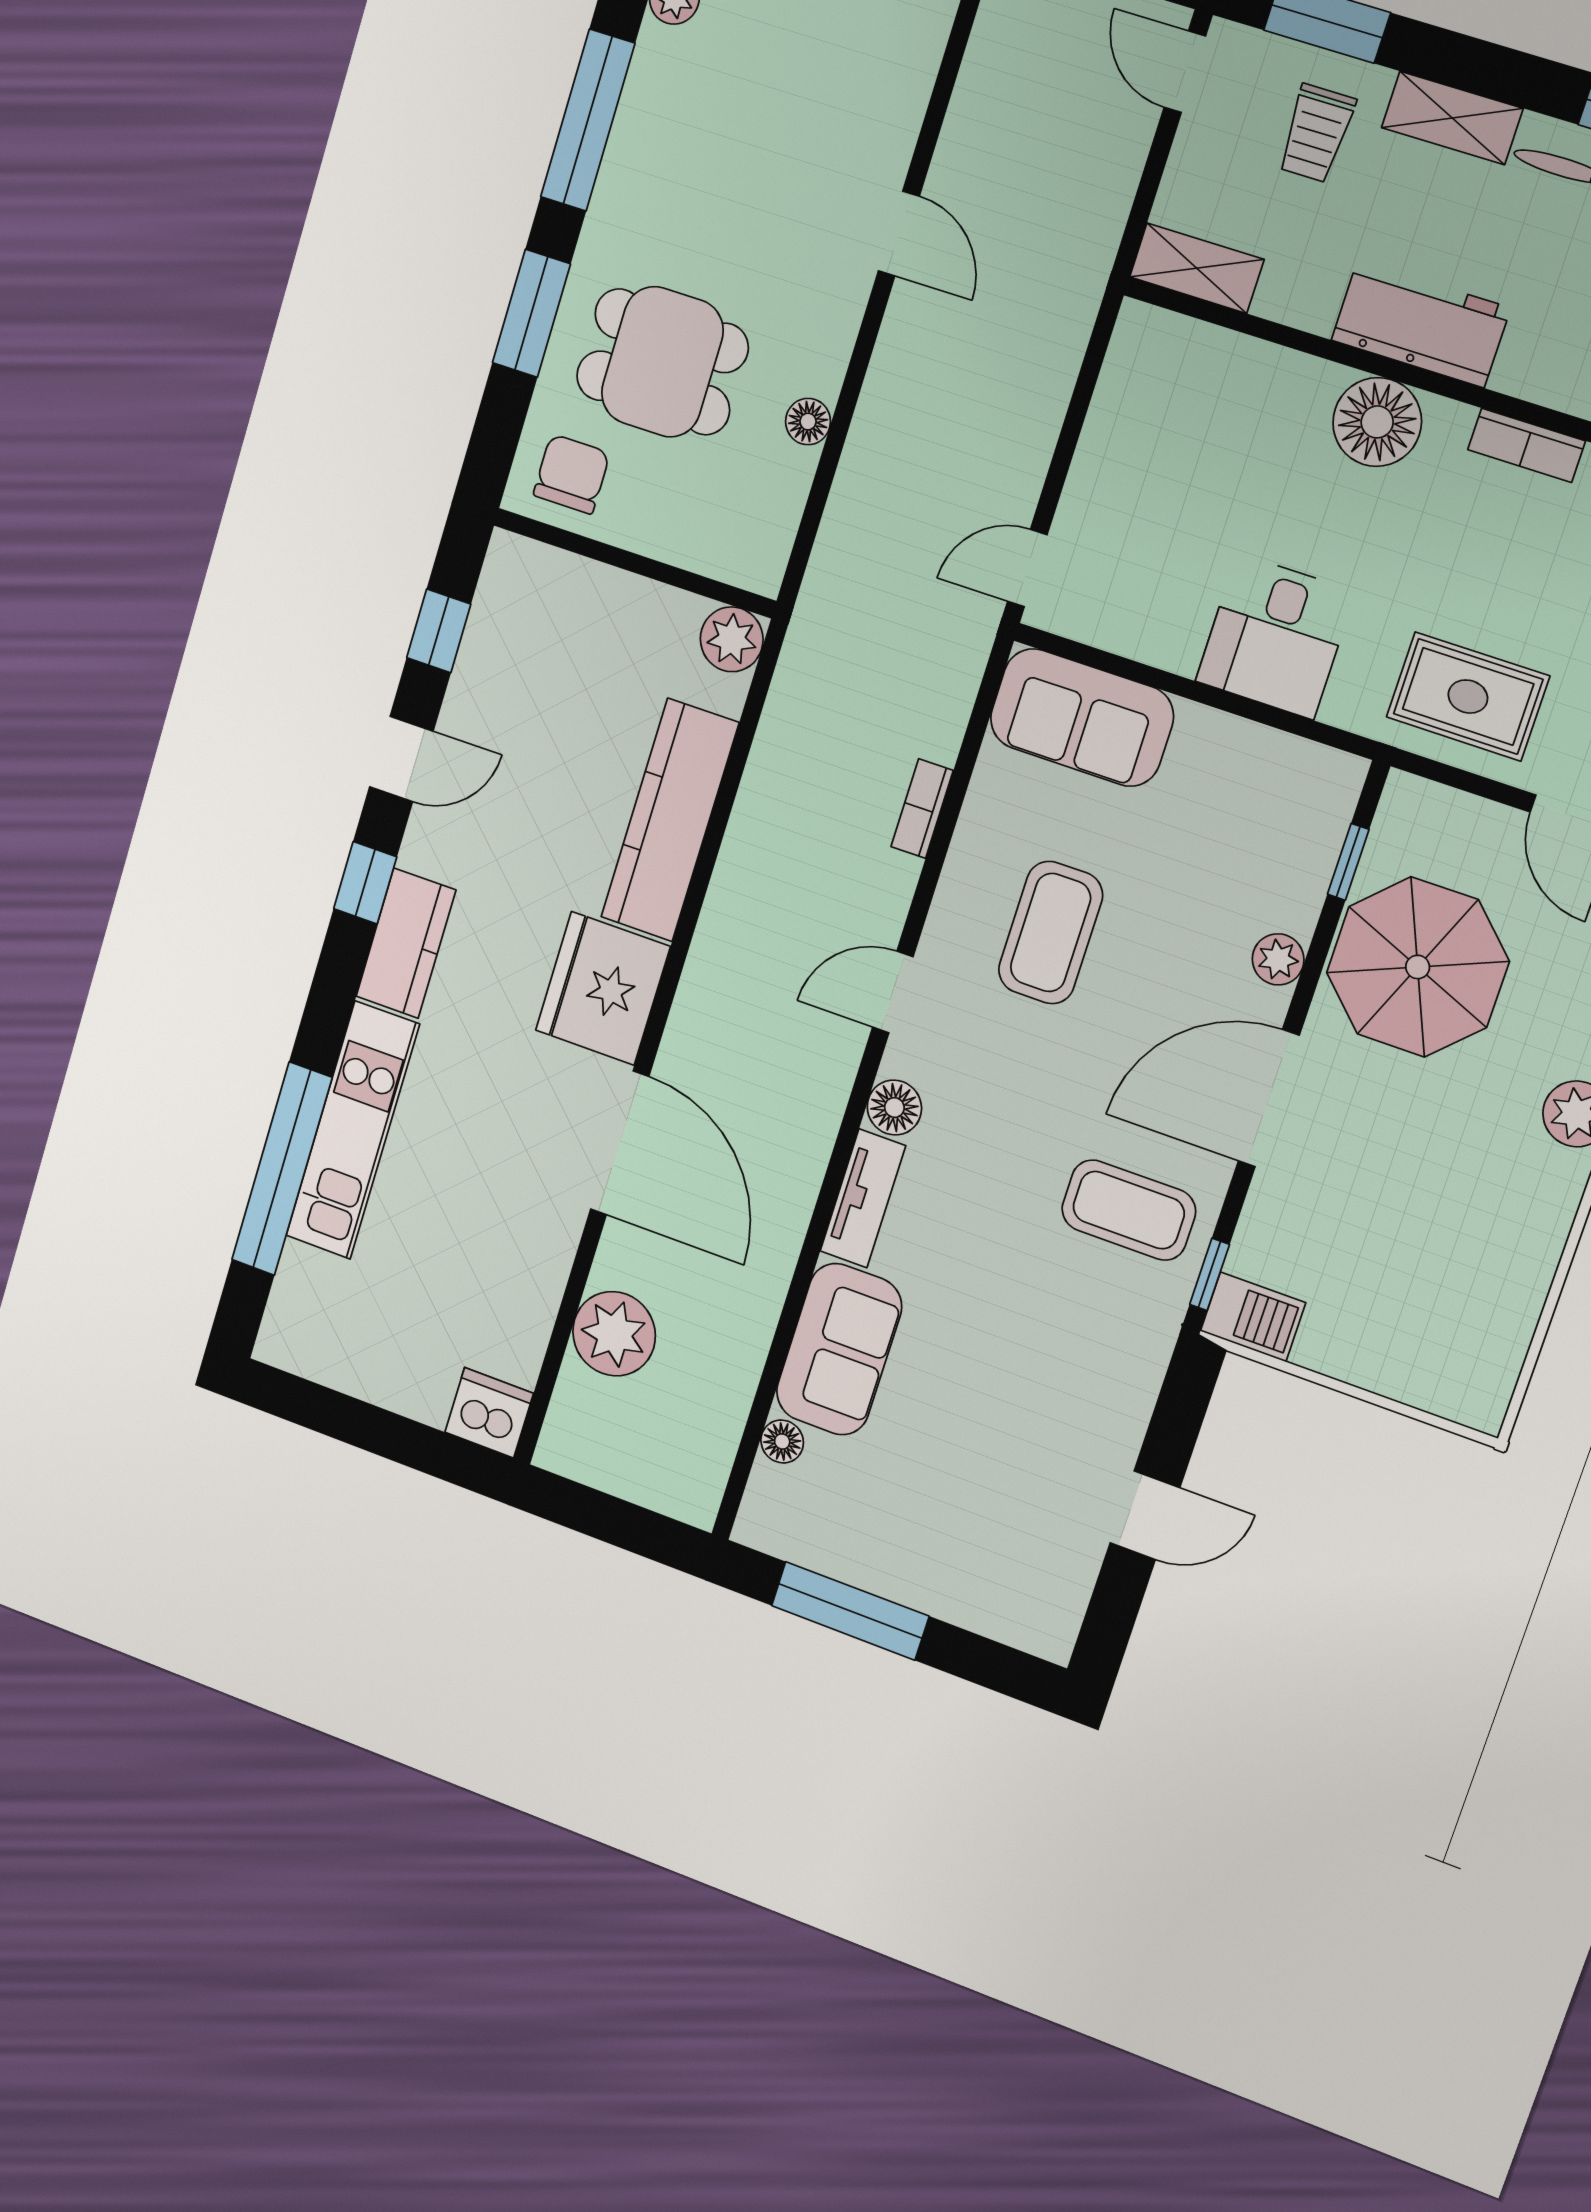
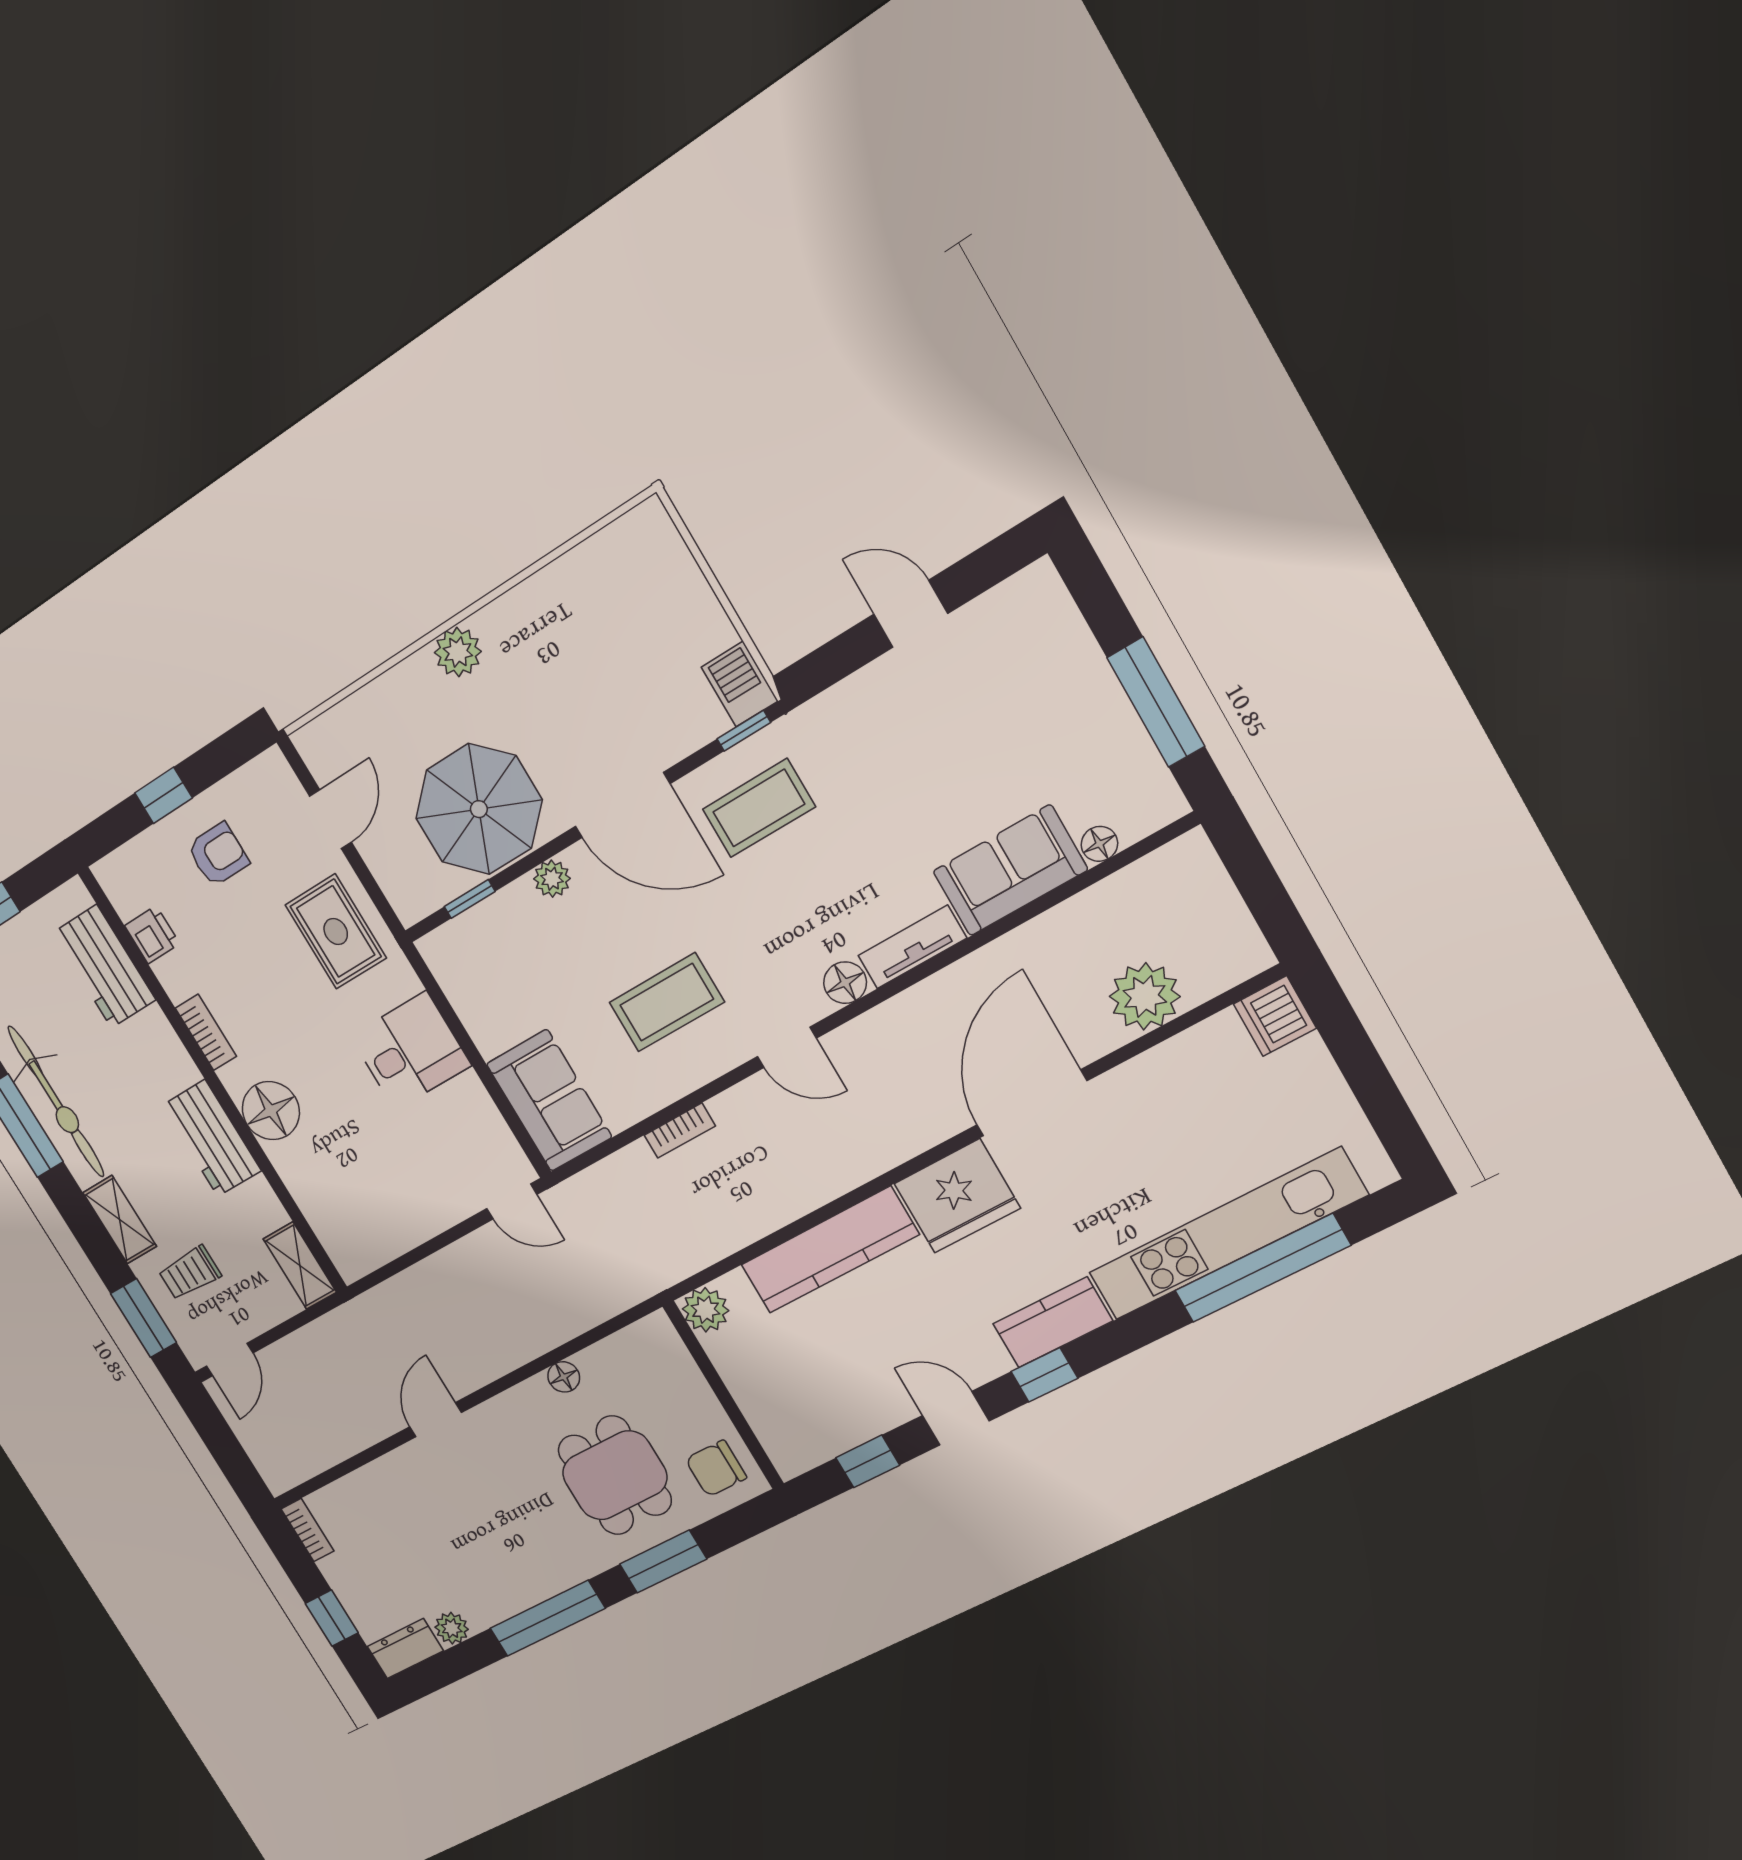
trolley: (1316, 133) -> (190, 1273), turned 180
kitchen unit: (353, 1130) -> (1227, 1234), width x1.36
coffee table: (1129, 1210) -> (759, 808), turned 90

